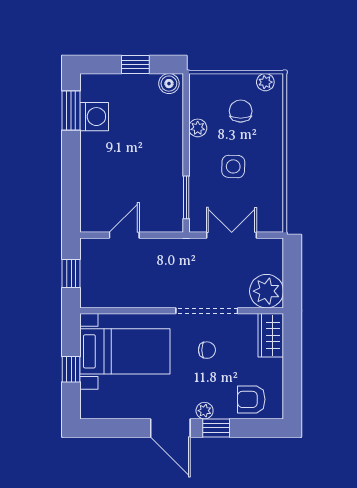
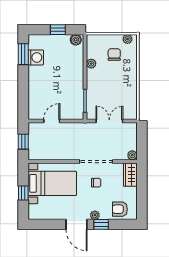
side table: (233, 166) -> (110, 84), removed
plant: (267, 291) -> (132, 155), width x0.53, depth x0.53

